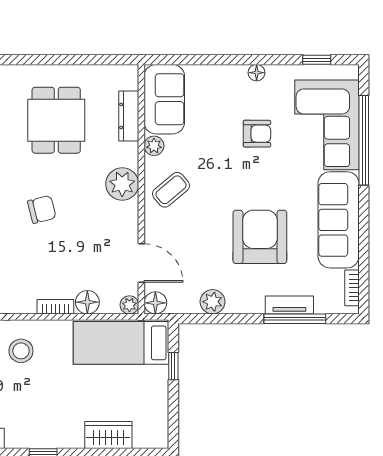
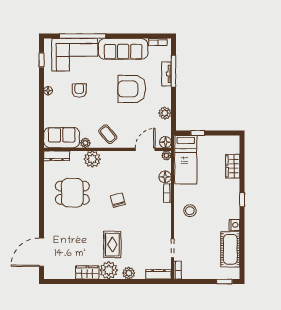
dresser: (129, 116) -> (57, 156), moved
plant: (122, 184) -> (92, 159), moved

